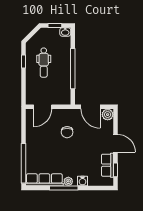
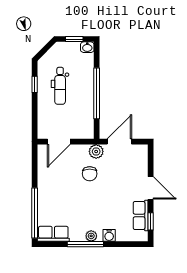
door: (91, 107) -> (119, 142), swing flipped
plant: (108, 115) -> (96, 151), moved
row of seats: (44, 180) -> (53, 234), width x0.68

